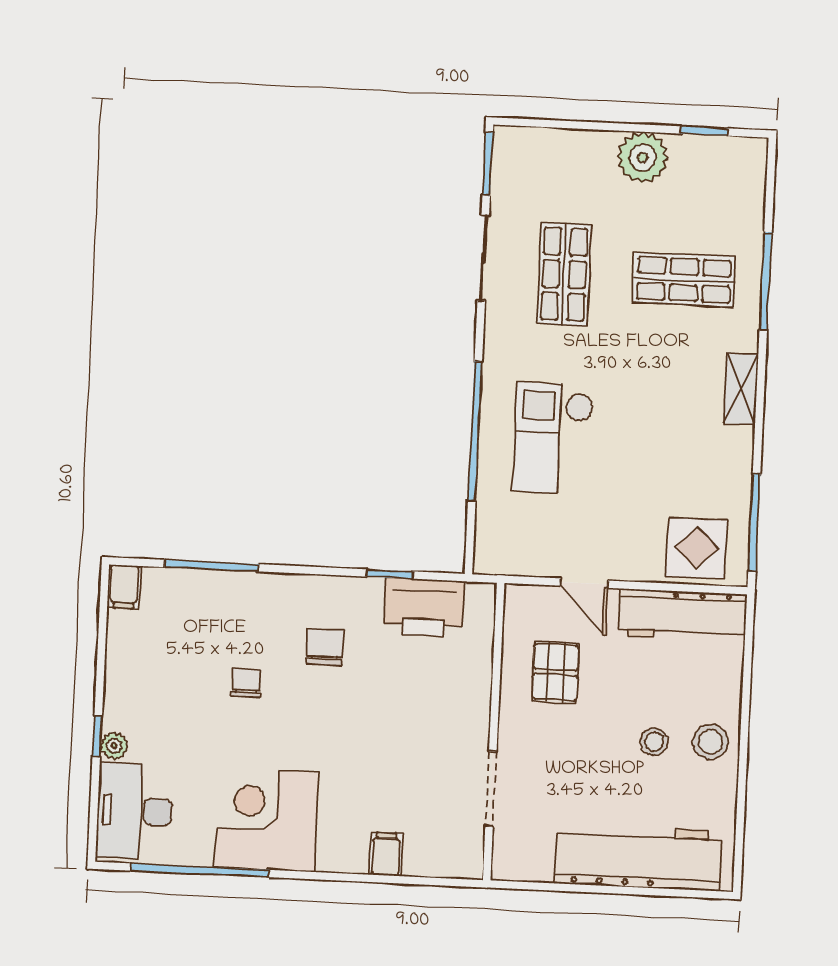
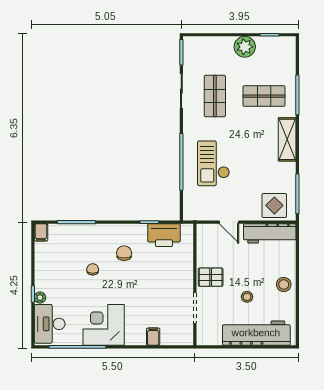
shelving: (741, 389) -> (287, 139), width x1.50, depth x1.33
pallet: (555, 672) -> (211, 277), moved, turned 90
stool: (654, 742) -> (247, 297), moved

